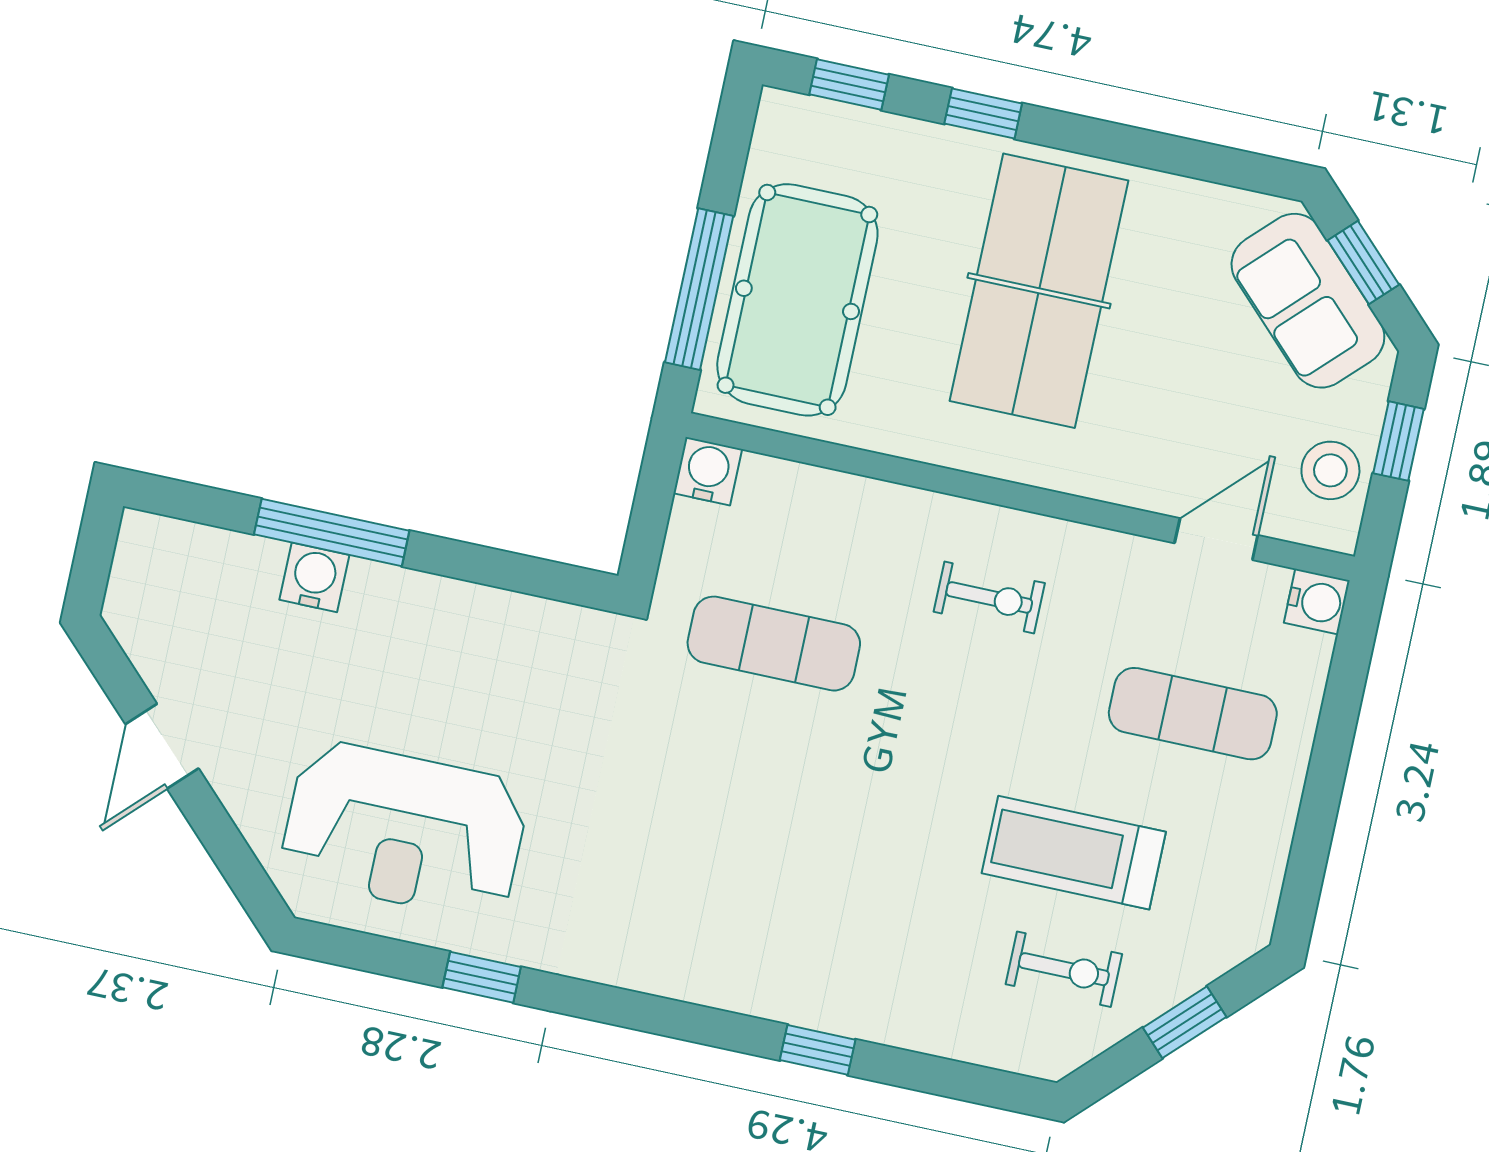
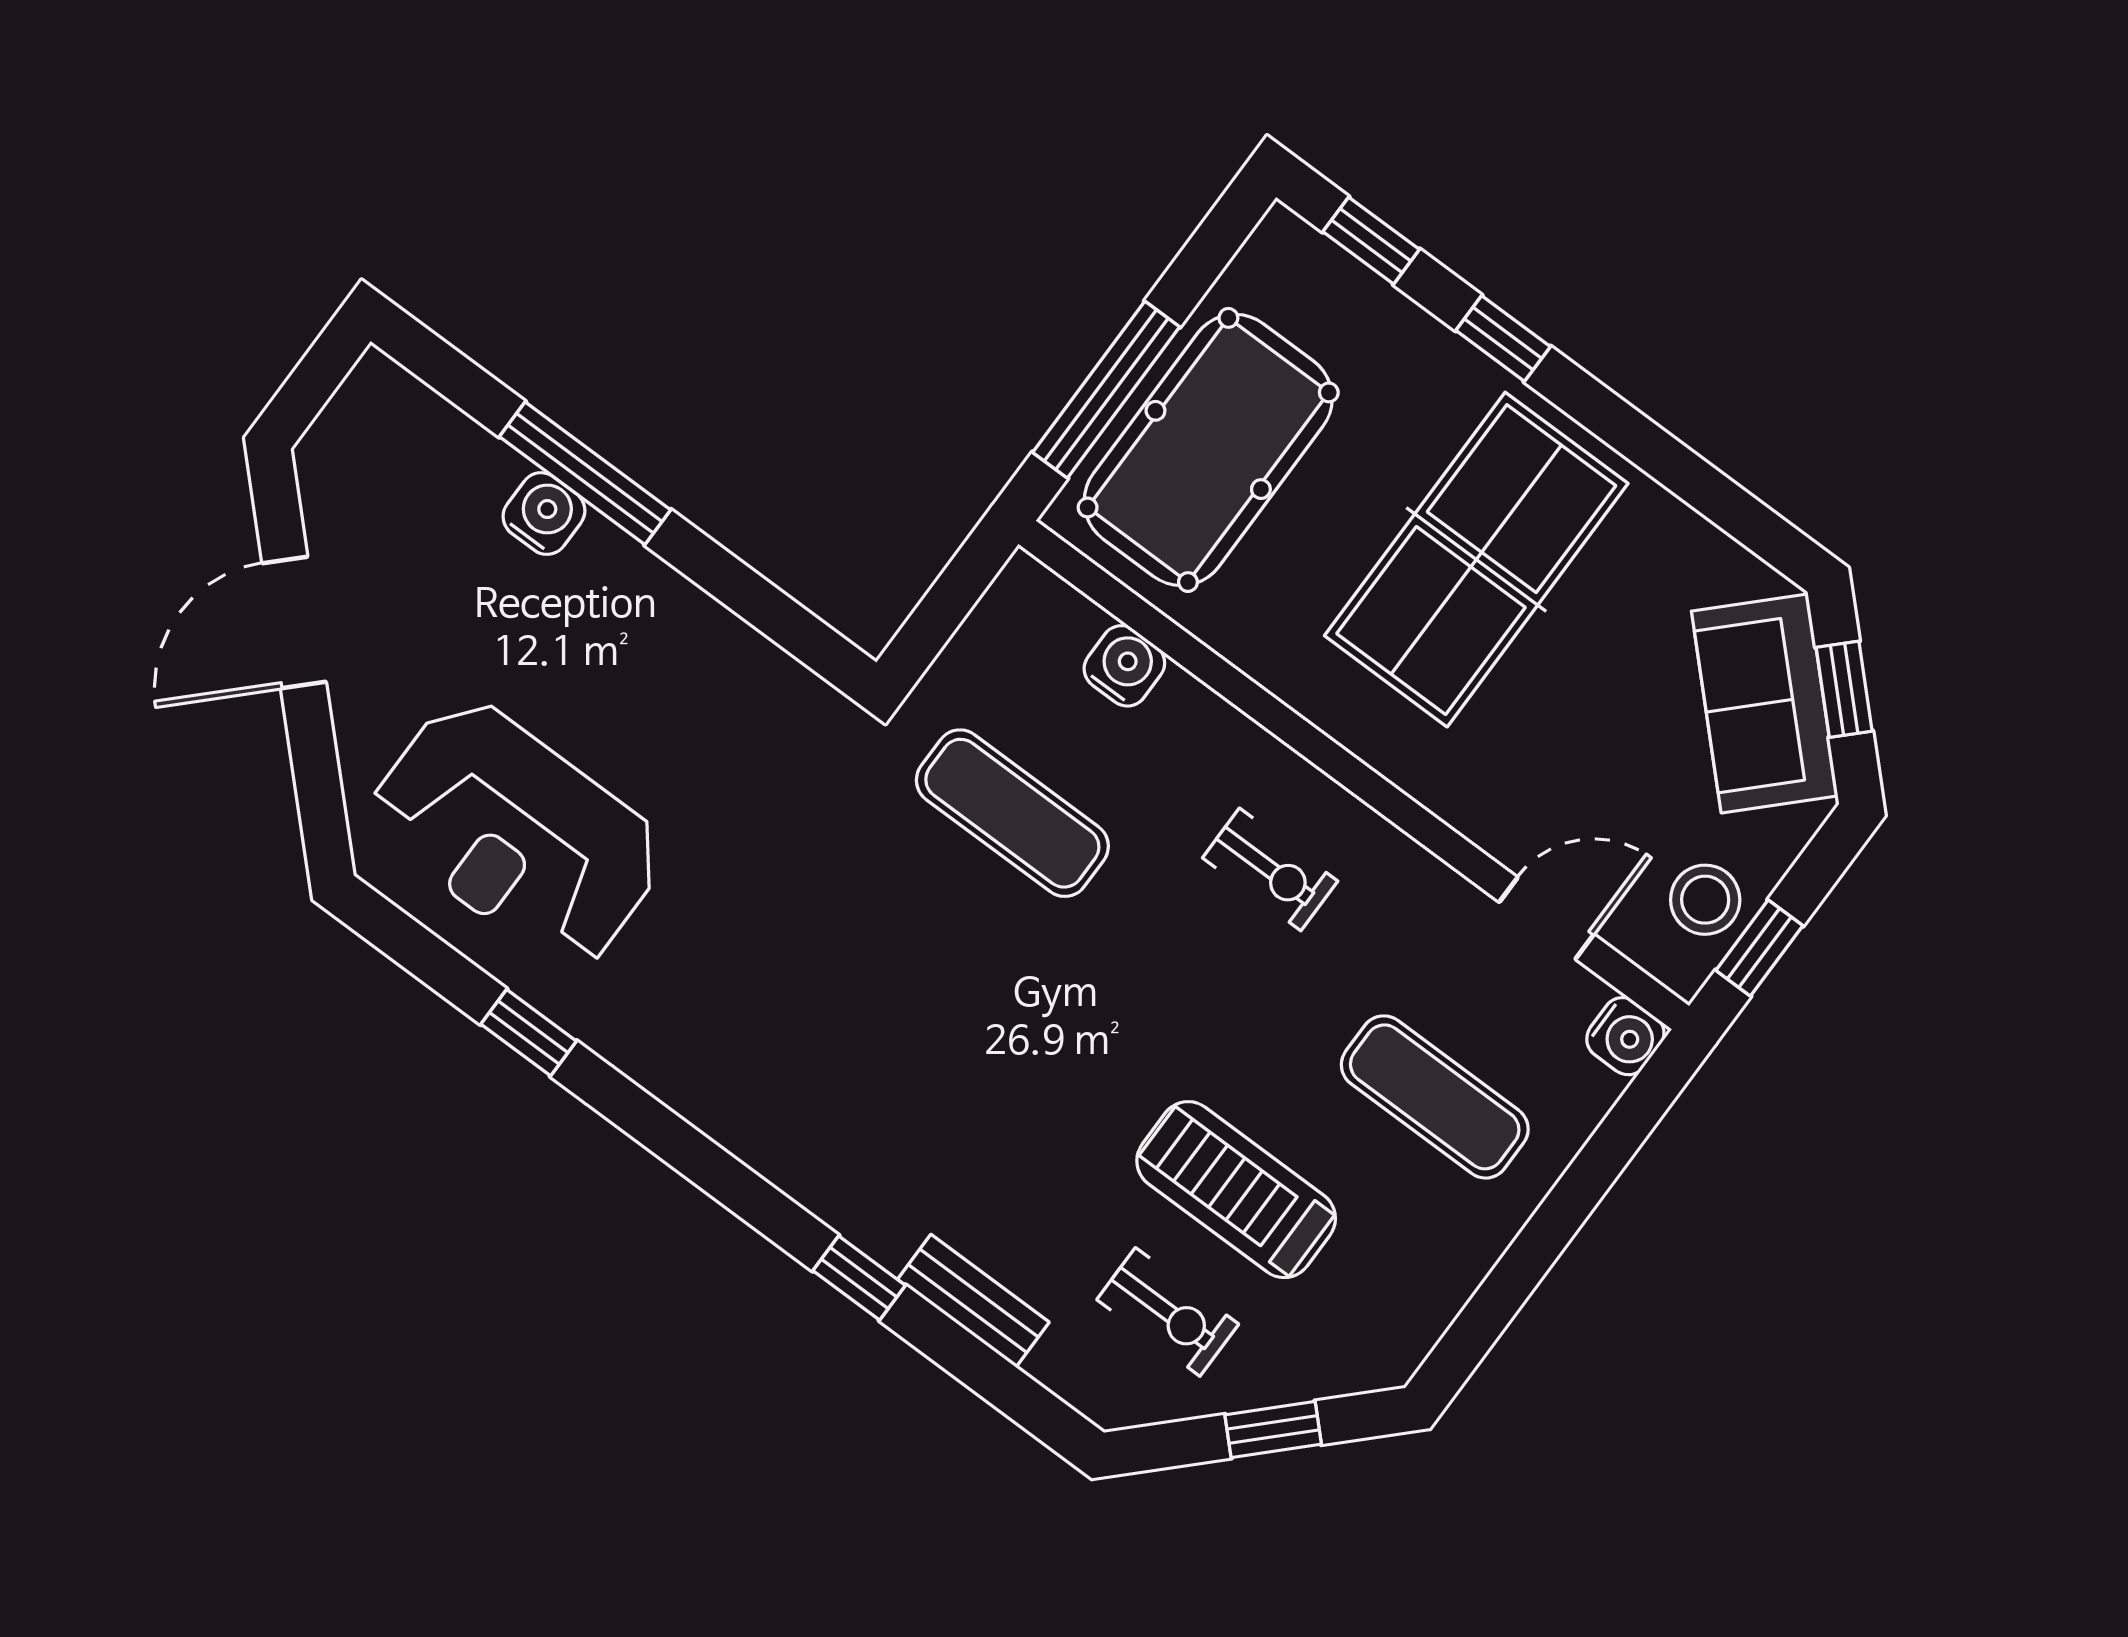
window: (1398, 441) -> (1759, 948), moved
water cooler: (708, 471) -> (1124, 666), moved
door: (162, 746) -> (294, 623), width x1.38
bench: (912, 1028) -> (973, 1301), added

